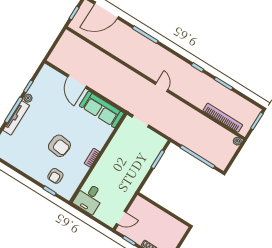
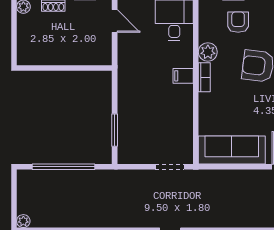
filing cabinet: (103, 166) -> (183, 76), added
plant: (82, 170) -> (208, 52), added
door: (121, 218) -> (115, 21), swing flipped

